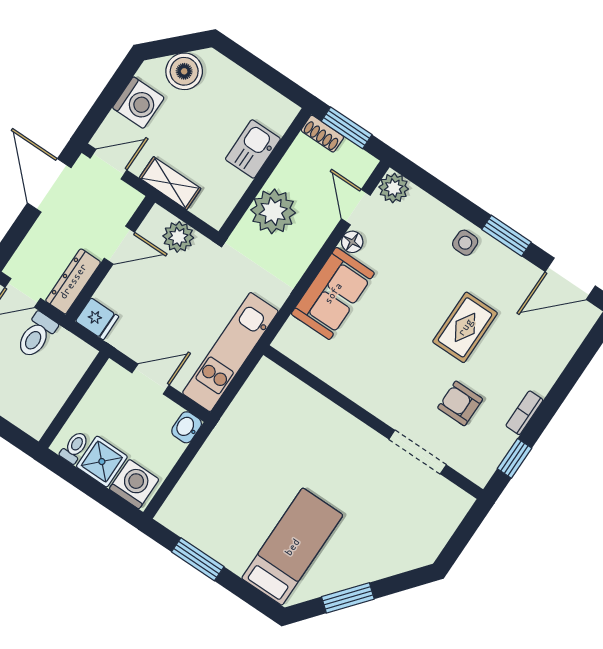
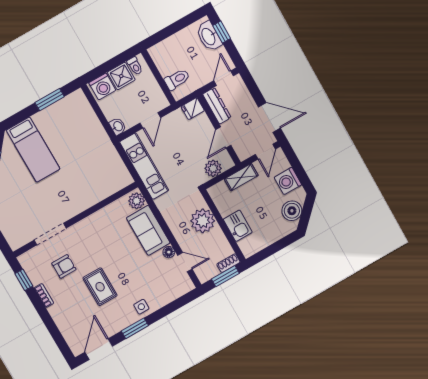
plant: (394, 188) -> (137, 201), moved
toilet: (37, 335) -> (177, 79), moved, turned 90

